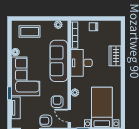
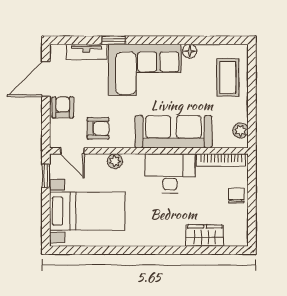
wardrobe: (115, 56) -> (205, 236), moved
door: (69, 116) -> (72, 151), swing flipped

